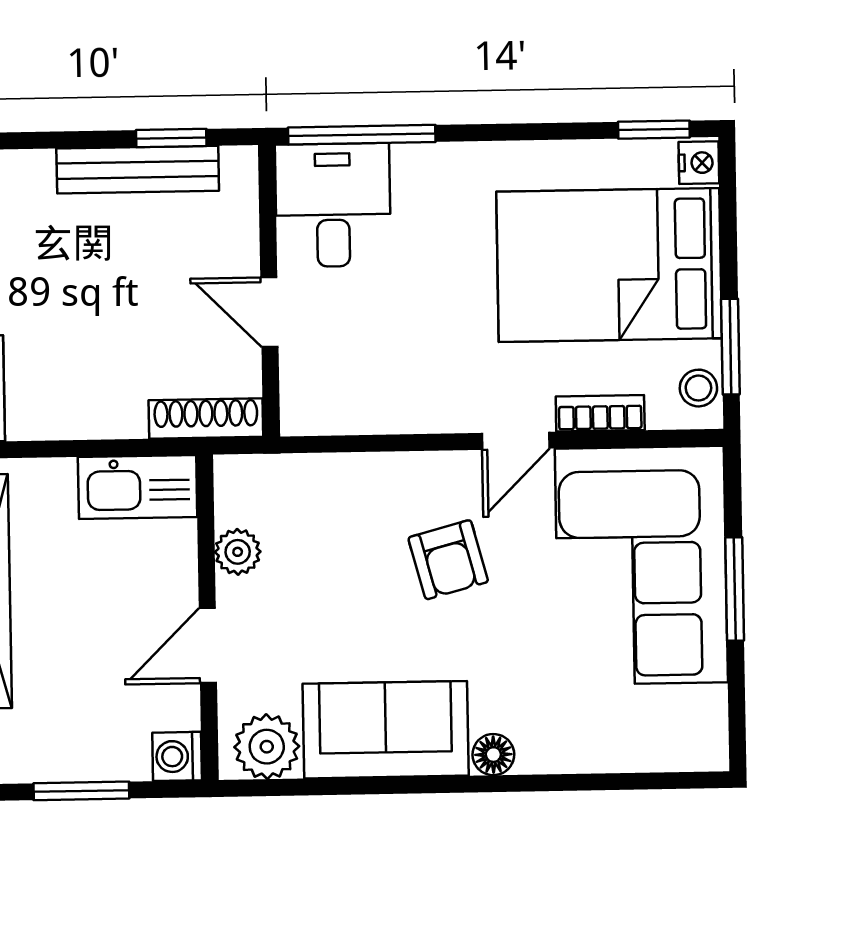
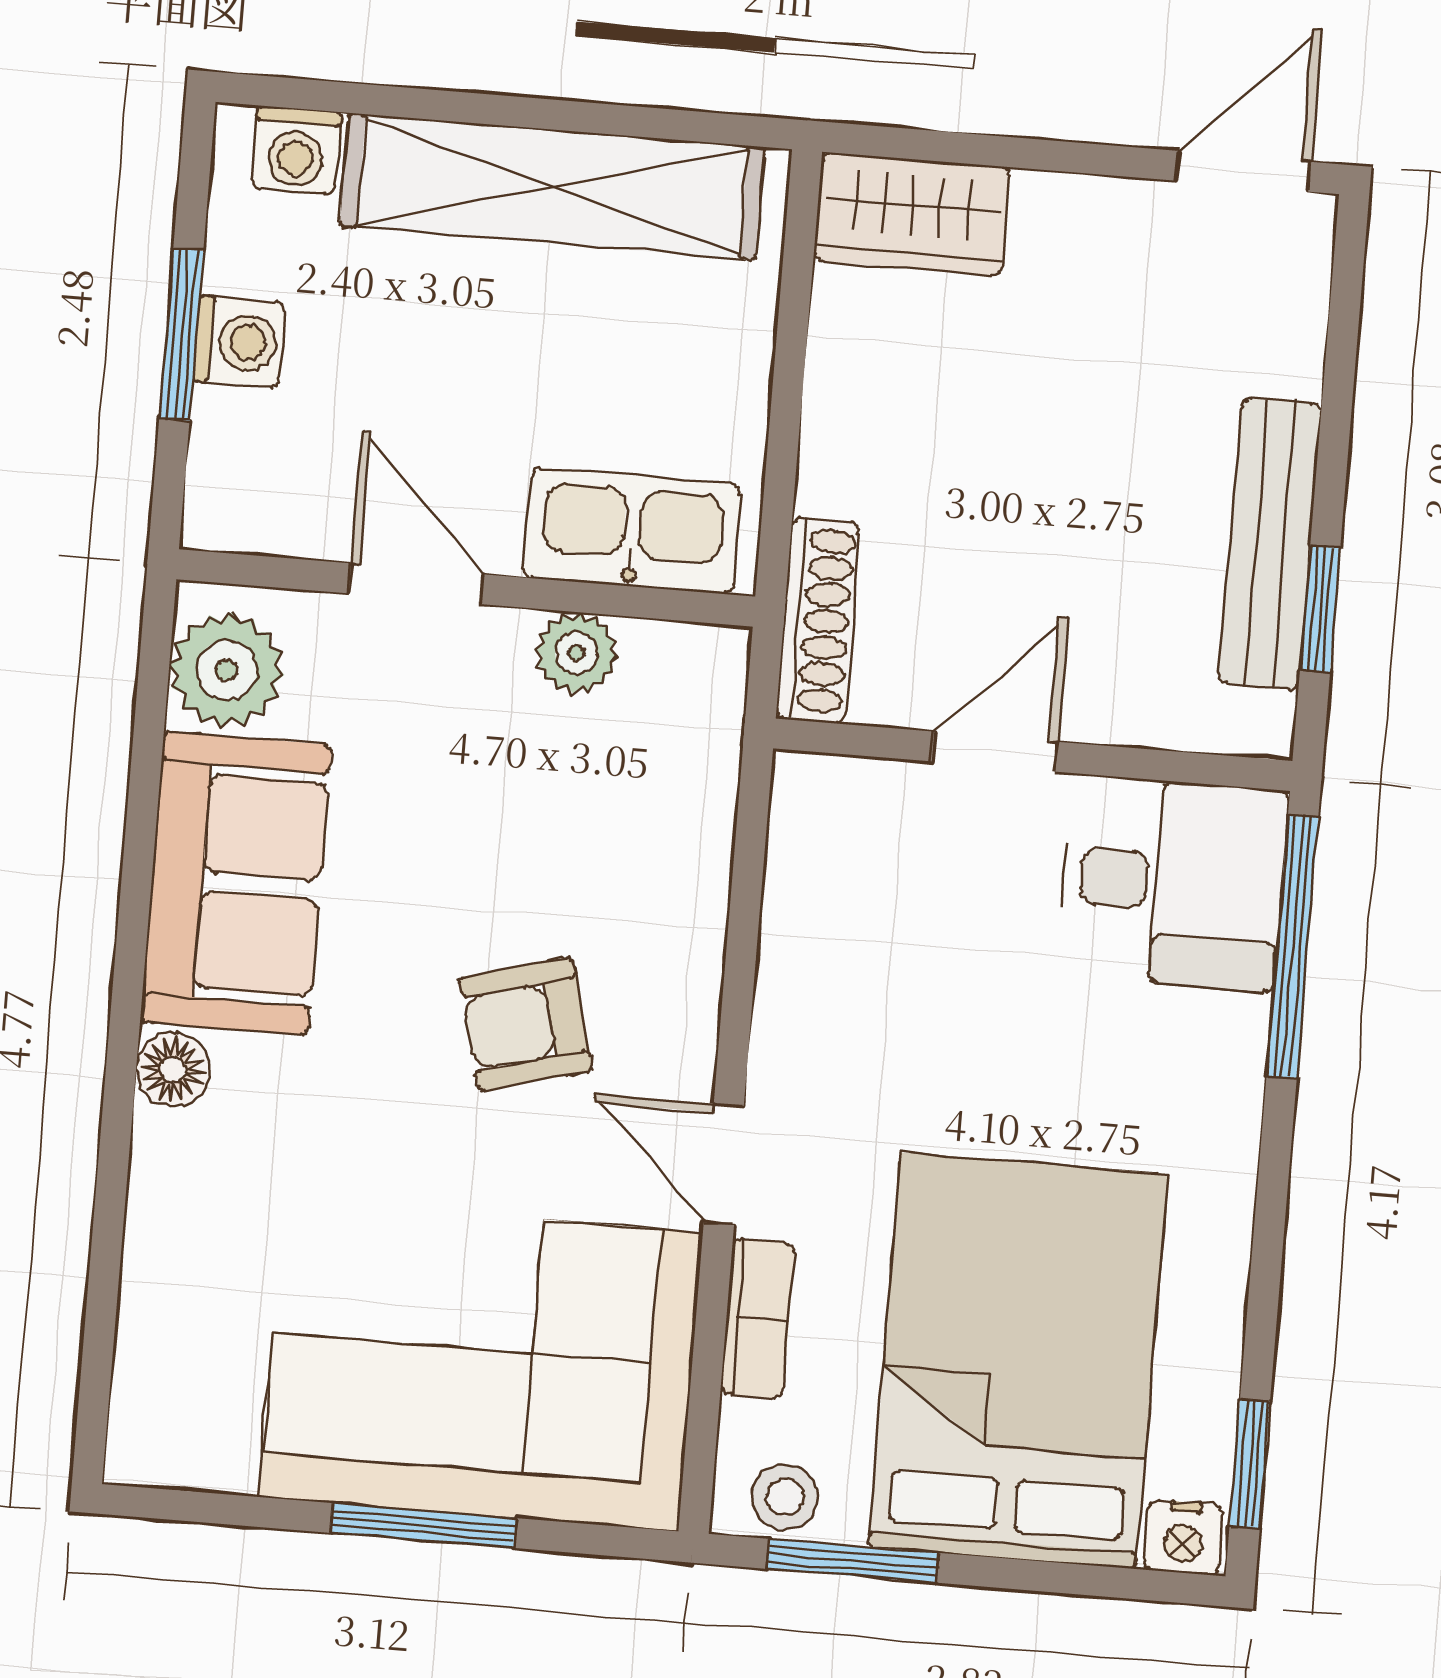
kitchen sink: (138, 487) -> (632, 531), moved, turned 90
washing machine: (177, 756) -> (239, 342), moved, turned 90

